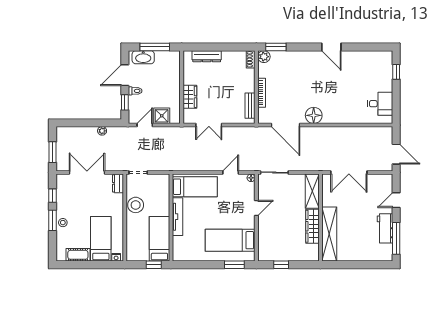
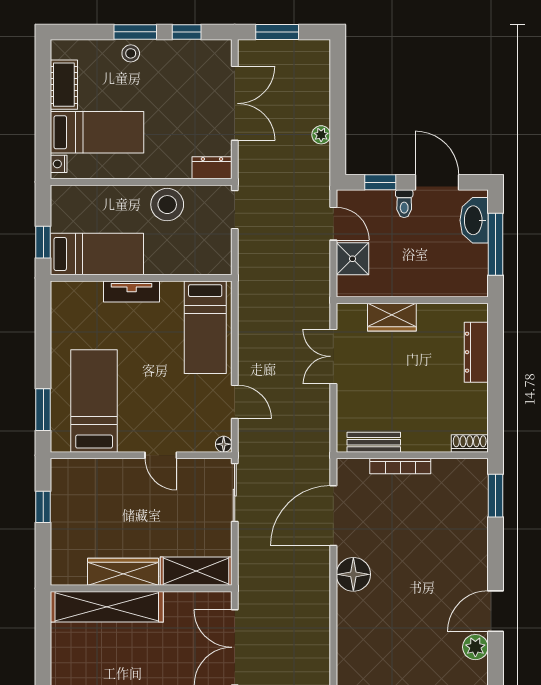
plant: (264, 57) -> (475, 647), moved
tv unit: (177, 217) -> (132, 292), width x0.71

